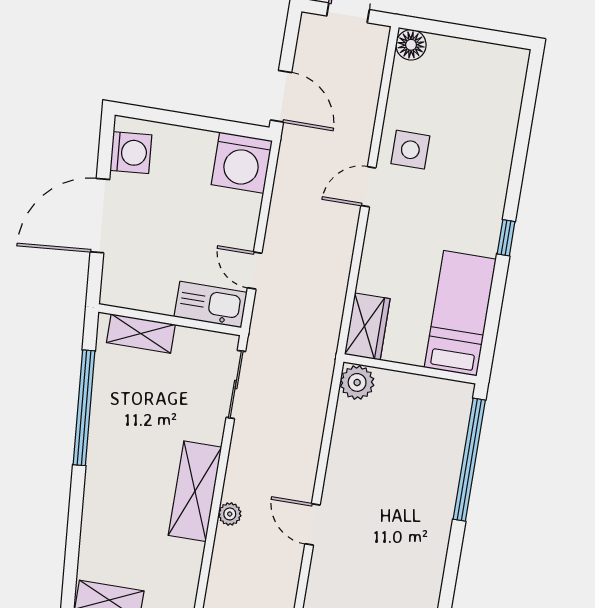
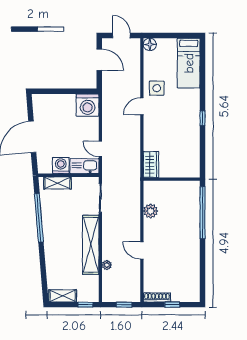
door: (281, 96) -> (99, 60), moved
washing machine: (131, 153) -> (61, 166), moved, turned -85
bed: (460, 313) -> (189, 63), moved, turned 180
plant: (357, 382) -> (151, 211), moved
shelving: (195, 491) -> (91, 245), width x1.47
plant: (230, 514) -> (107, 265), moved

